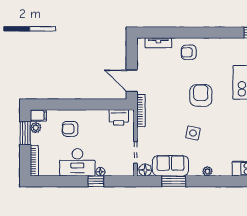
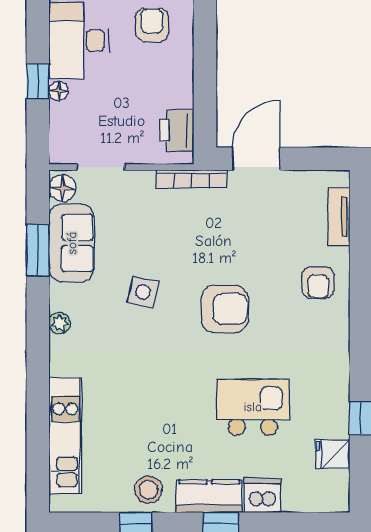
armchair: (189, 52) -> (318, 283), turned 180

